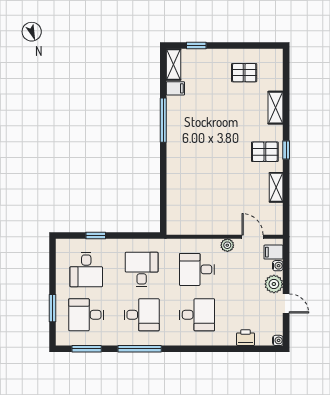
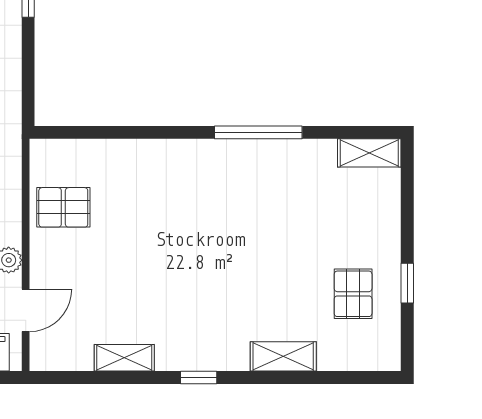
window: (196, 45) -> (407, 283), moved
filing cabinet: (175, 88) -> (322, 157), removed
pallet: (265, 152) -> (63, 207), moved, turned 90

